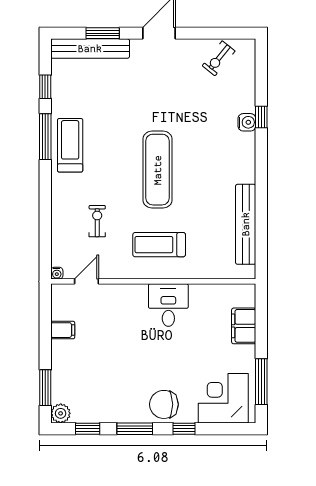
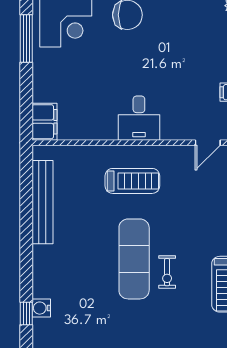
exercise bike: (97, 221) -> (167, 272), moved
desk: (168, 305) -> (139, 118), moved
filing cabinet: (244, 326) -> (44, 122), moved

